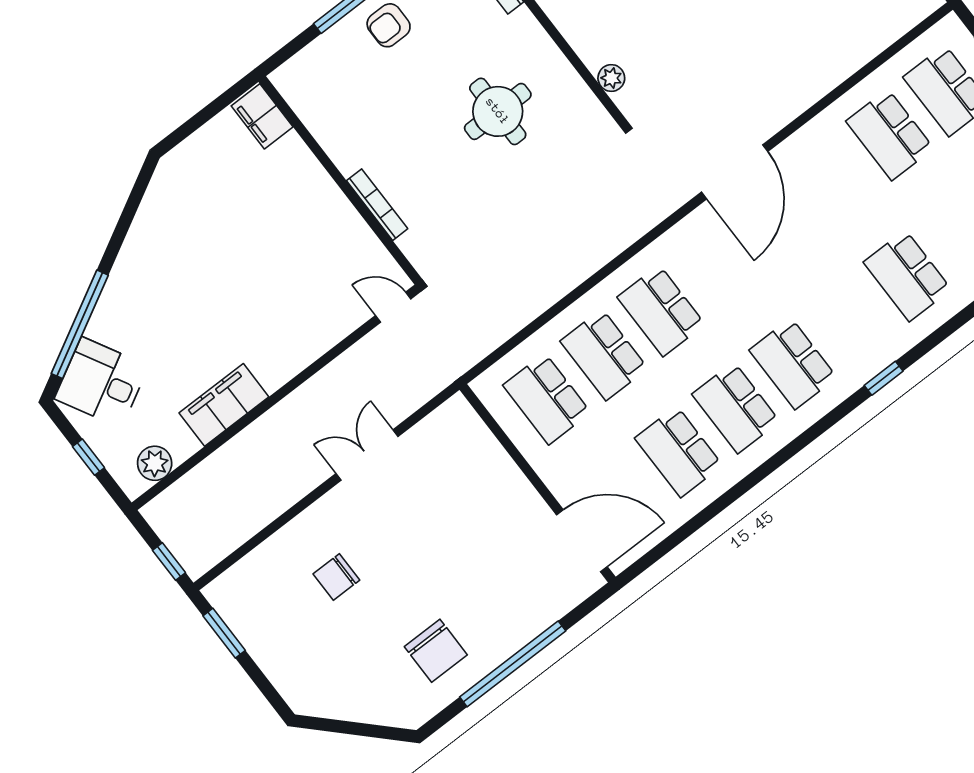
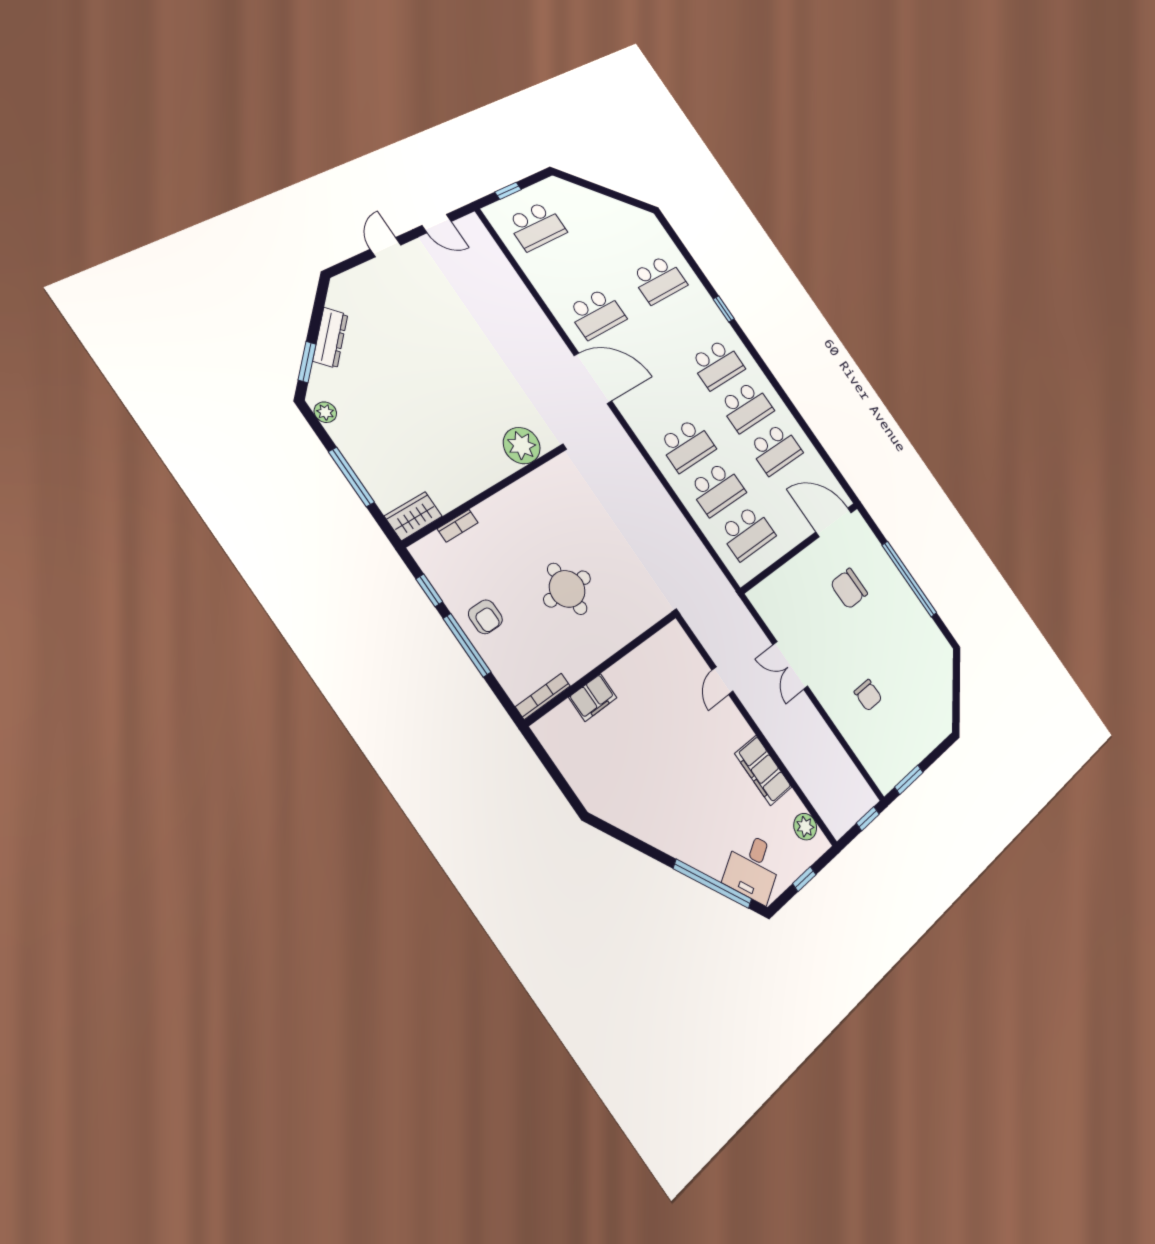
plant: (611, 78) -> (522, 446), width x1.88, depth x1.88
round table: (498, 111) -> (567, 589), moved
filing cabinet: (262, 116) -> (593, 697), moved
school desk: (890, 135) -> (597, 314), moved
bookcase: (377, 205) -> (543, 696), moved
door: (393, 307) -> (722, 681), moved
door: (582, 541) -> (834, 522), hinge flipped
chair: (436, 651) -> (849, 589), moved, turned 180

